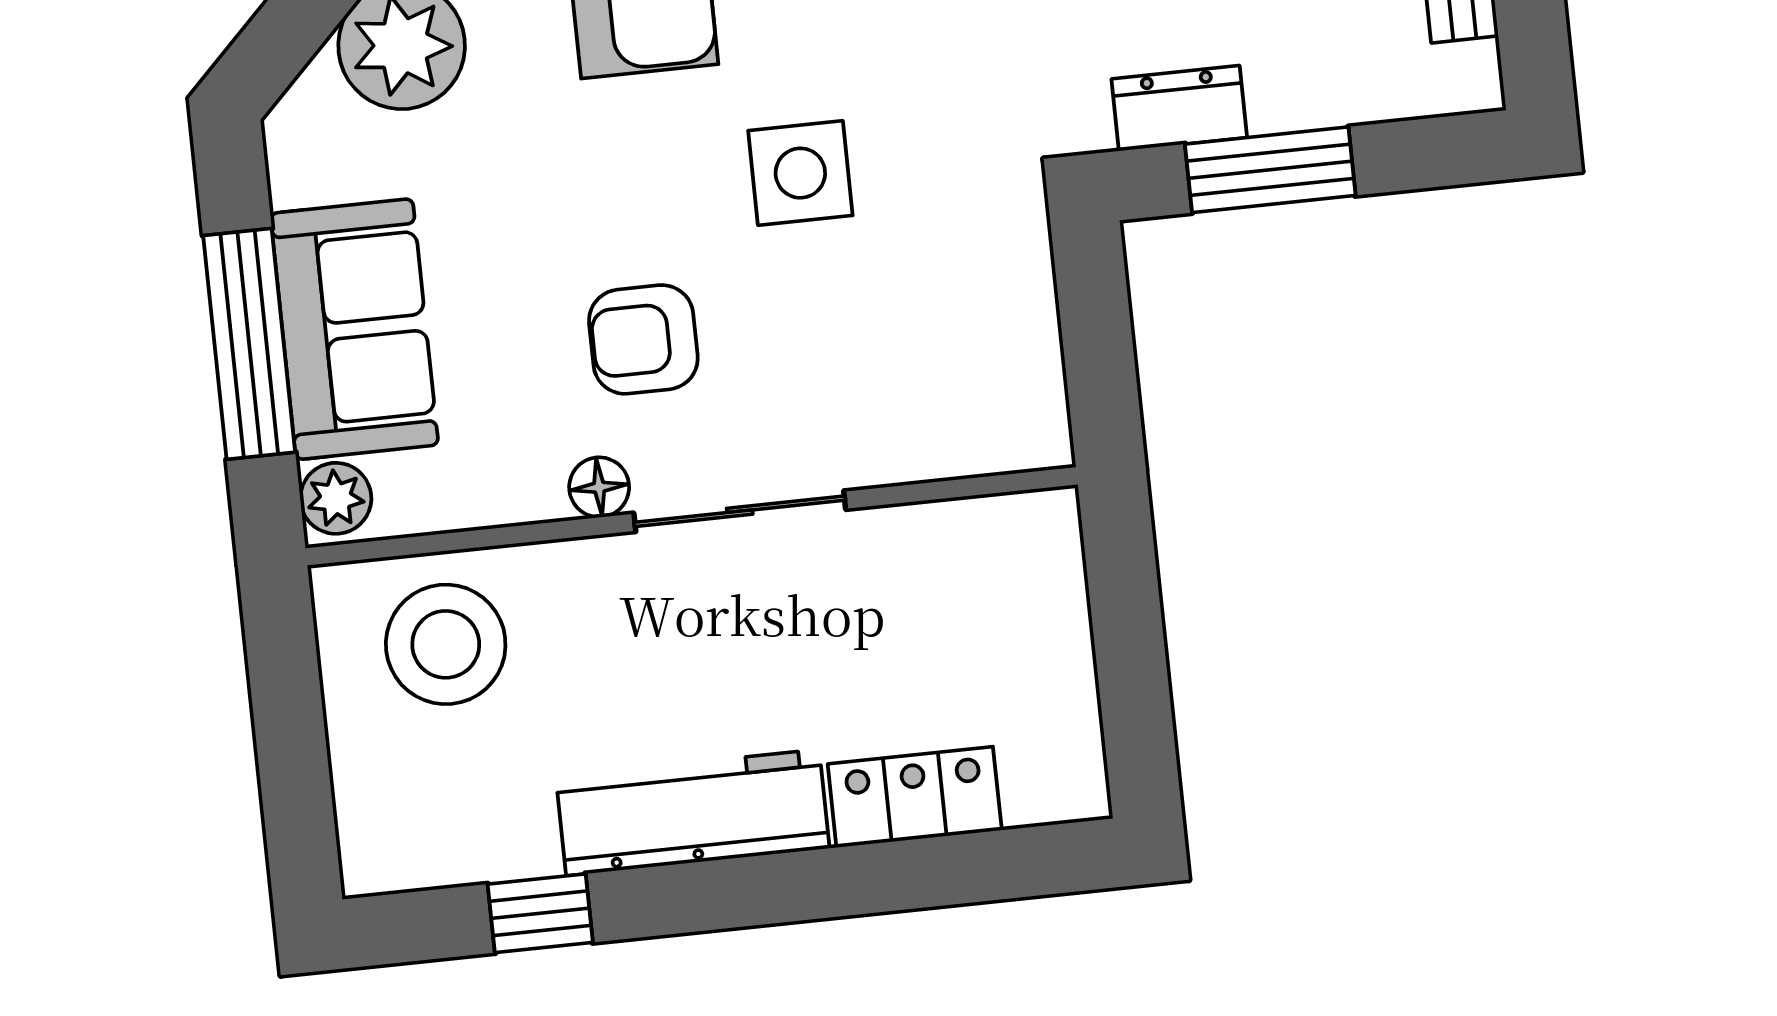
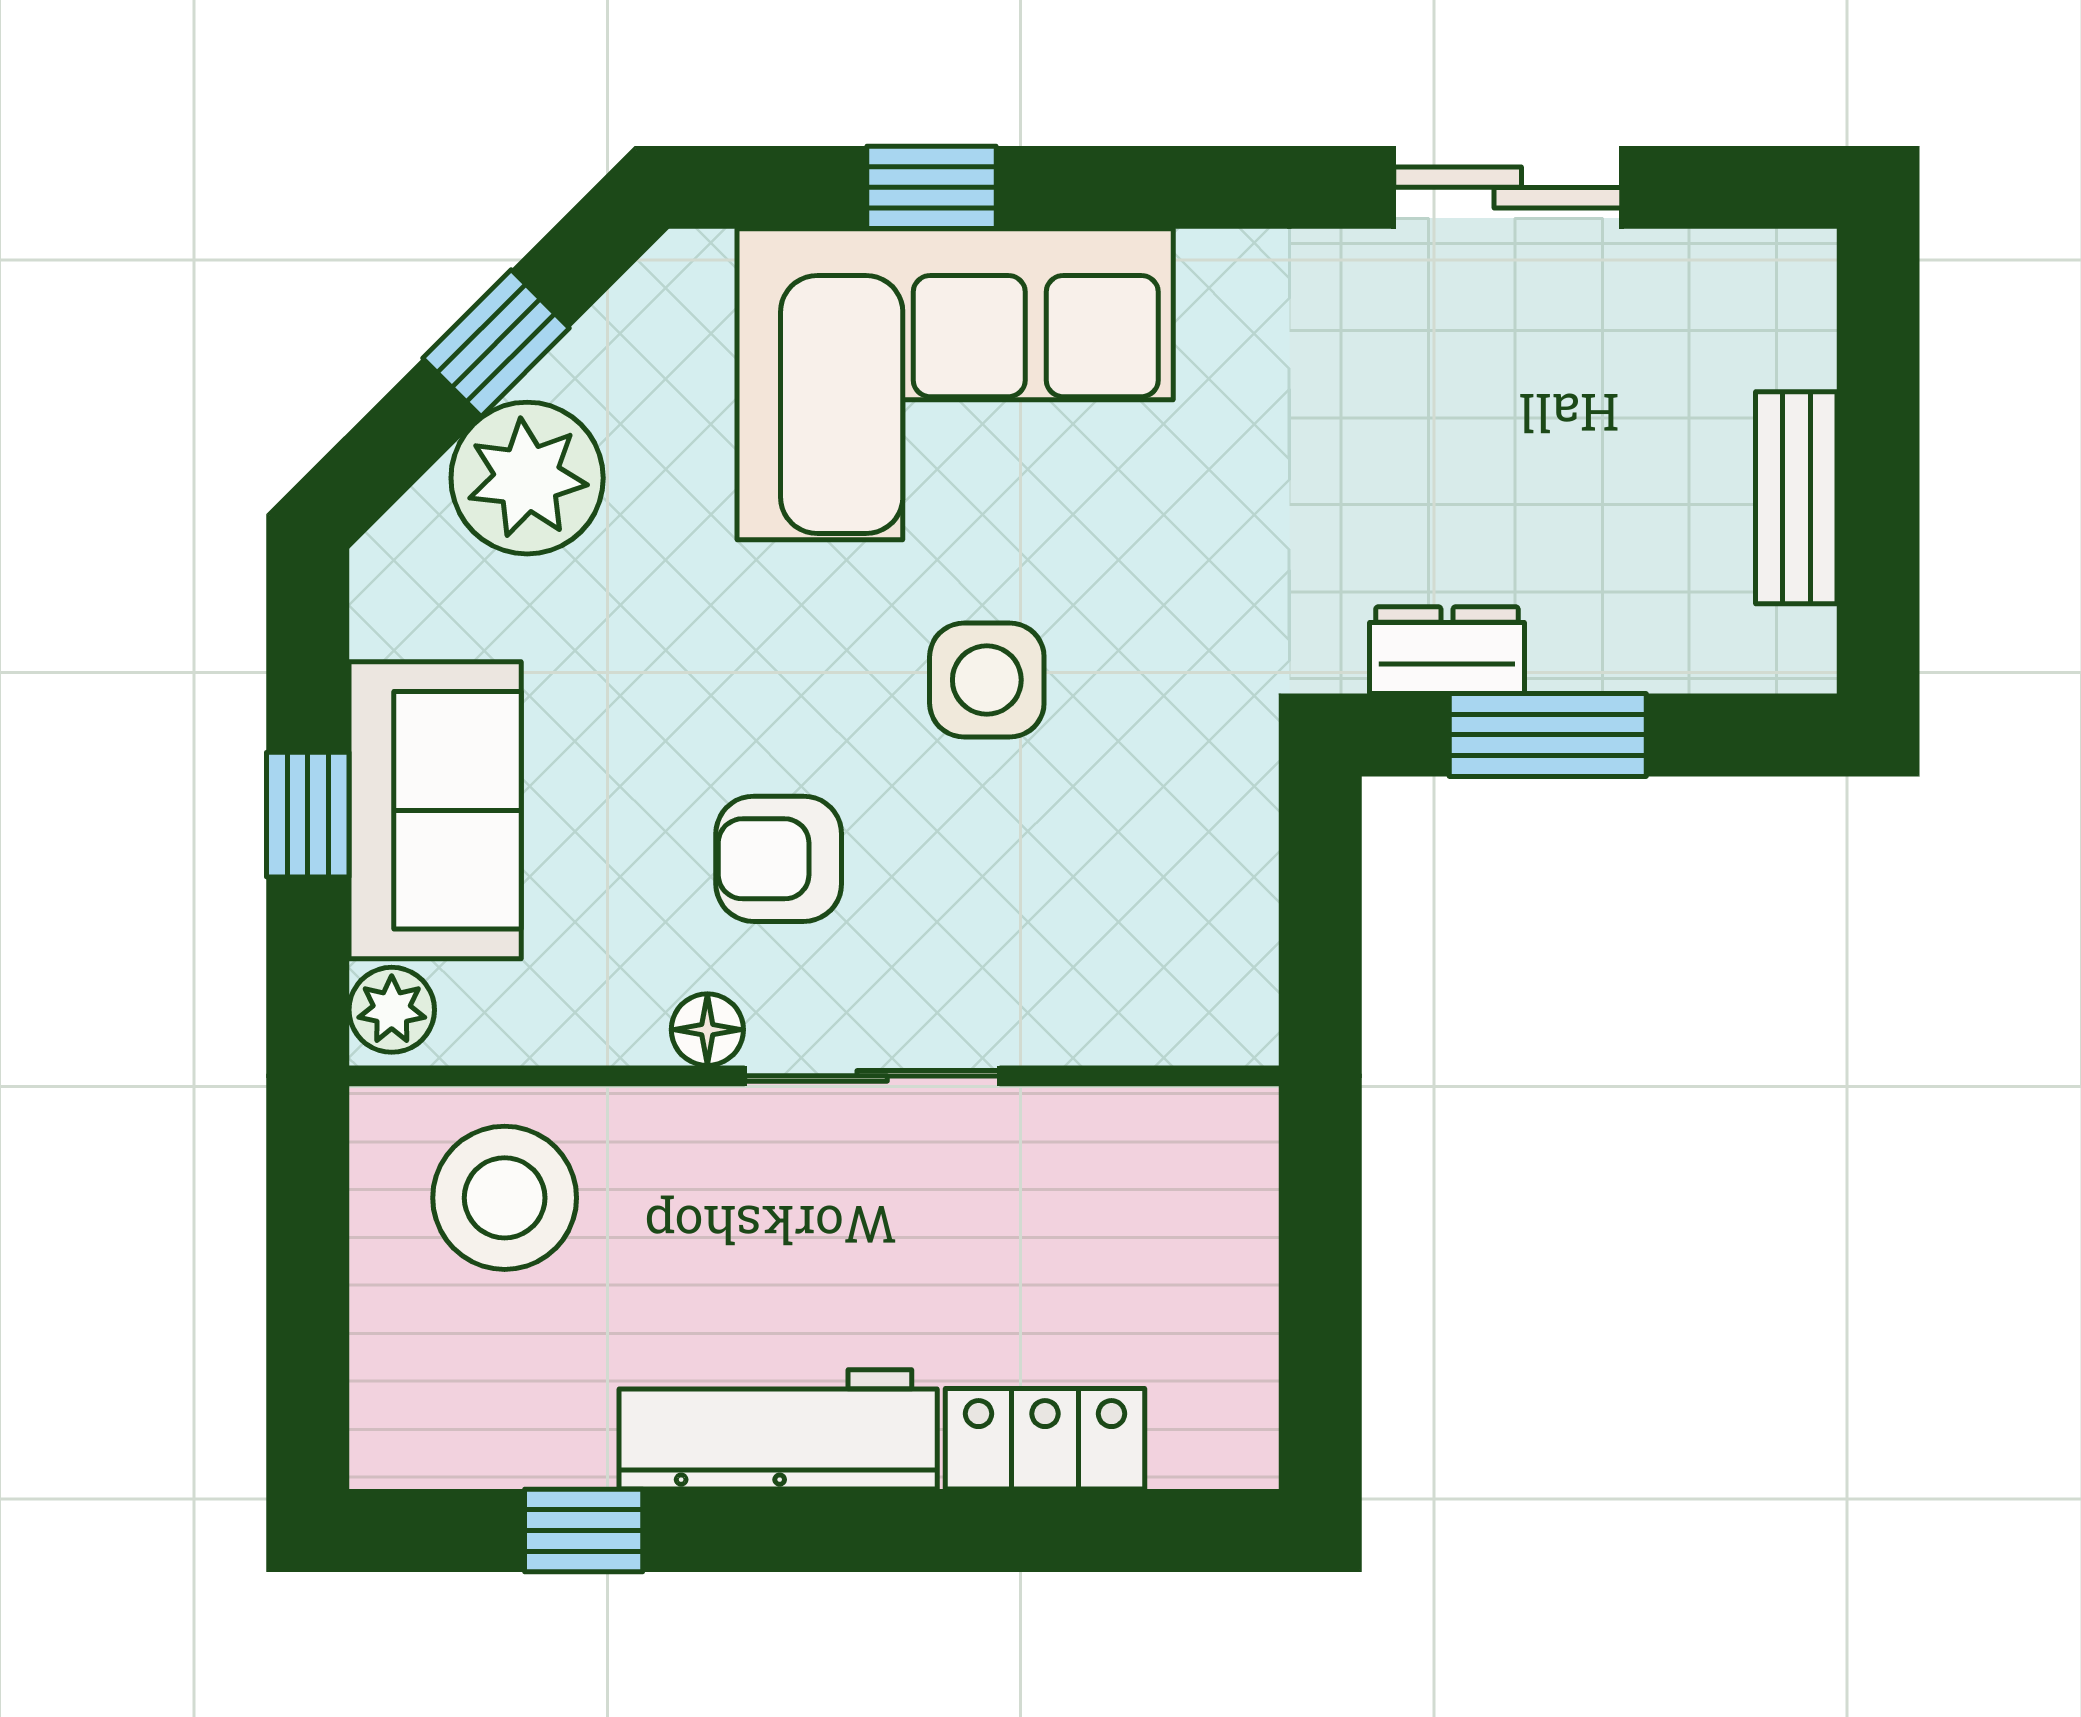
window: (249, 344) -> (308, 815), width x0.46

